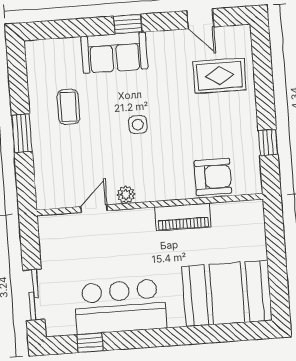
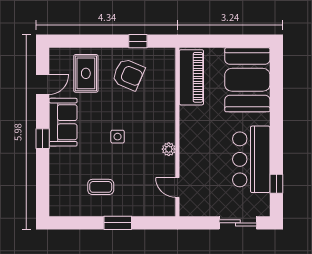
sofa: (114, 53) -> (63, 122), moved
armchair: (213, 177) -> (128, 74), moved, turned 113
door: (94, 209) -> (177, 187), moved
piano: (183, 217) -> (191, 77), moved, width x1.37, depth x1.33

